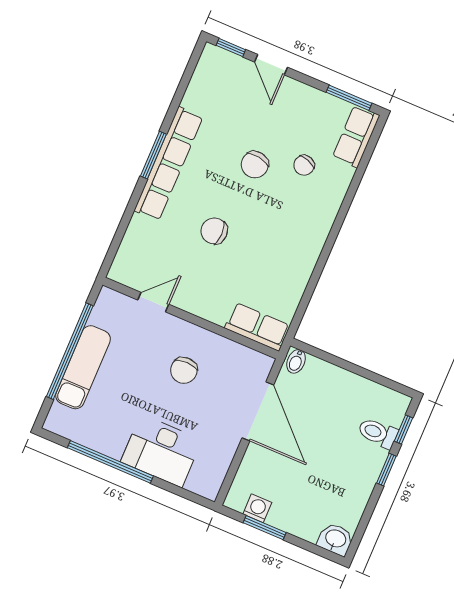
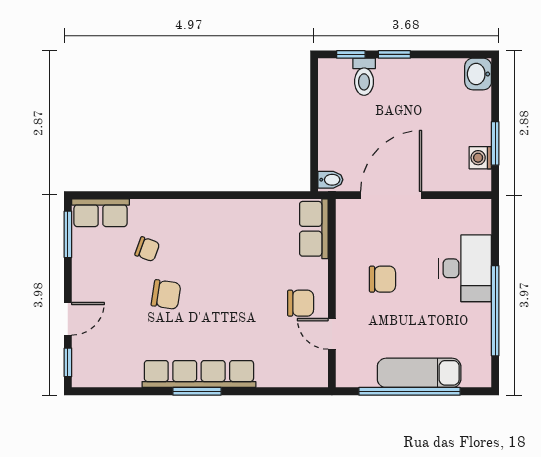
chair: (214, 231) -> (301, 303), moved, turned -90

